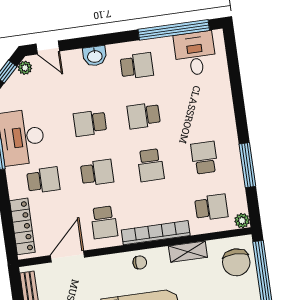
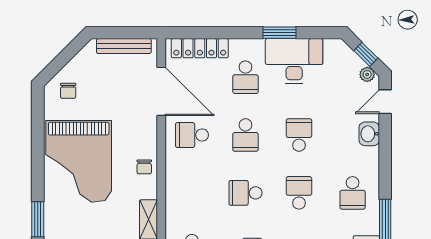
washbasin: (95, 56) -> (369, 134), moved
bookcase: (156, 233) -> (173, 188), removed
door: (68, 256) -> (161, 91), width x1.36

